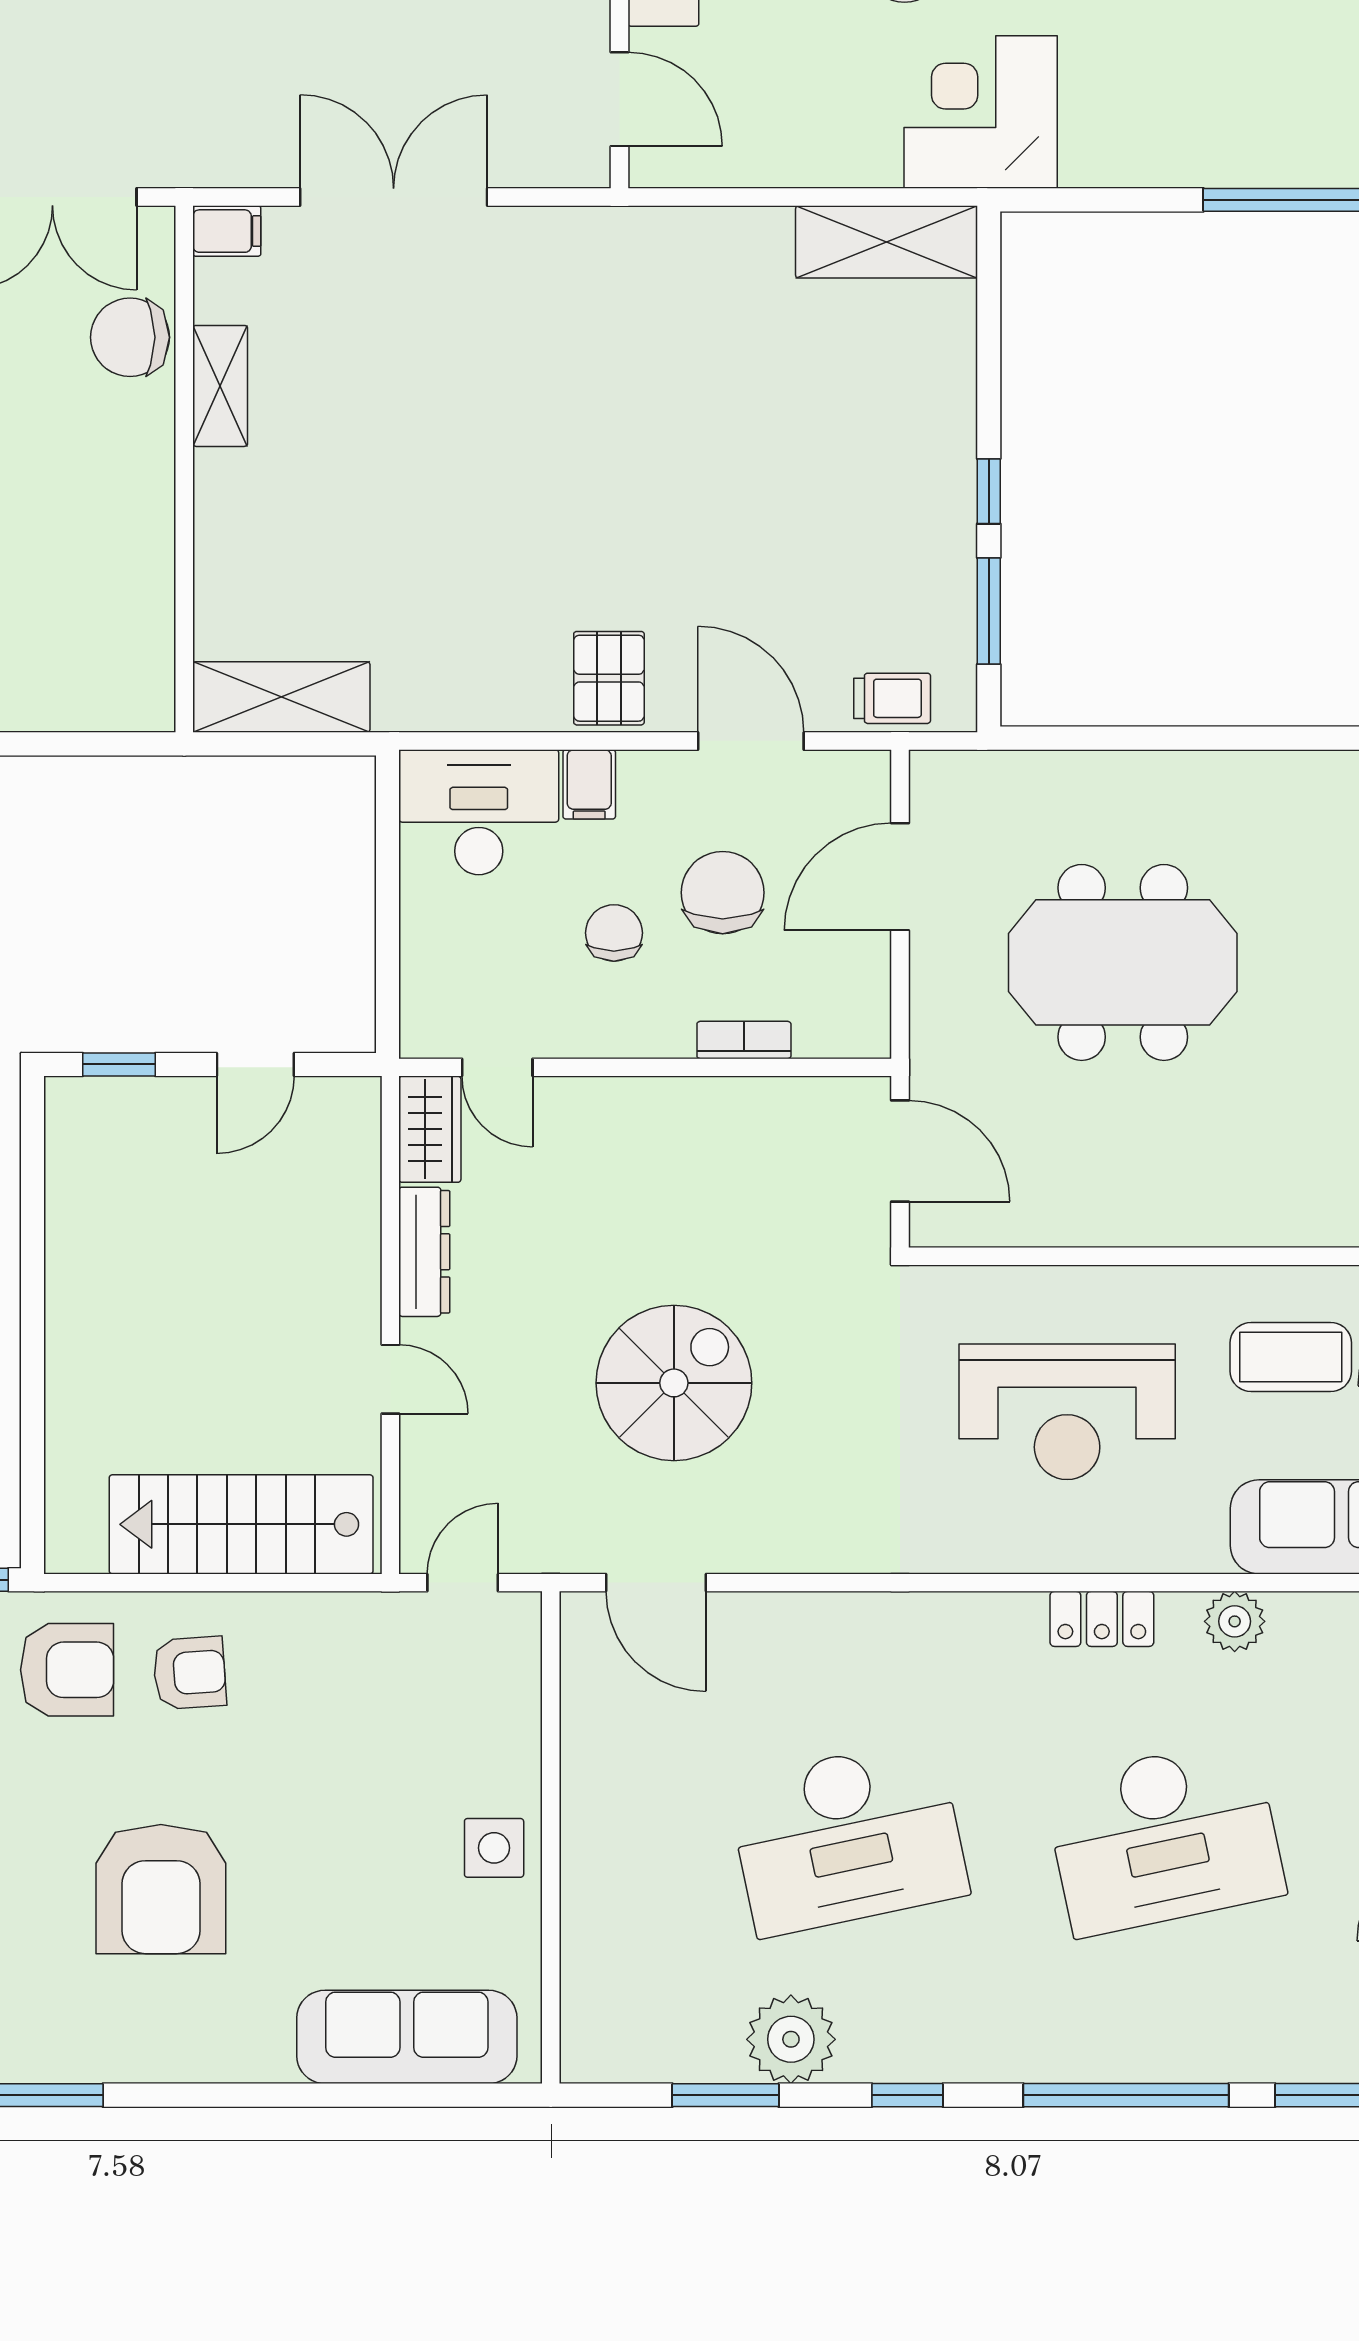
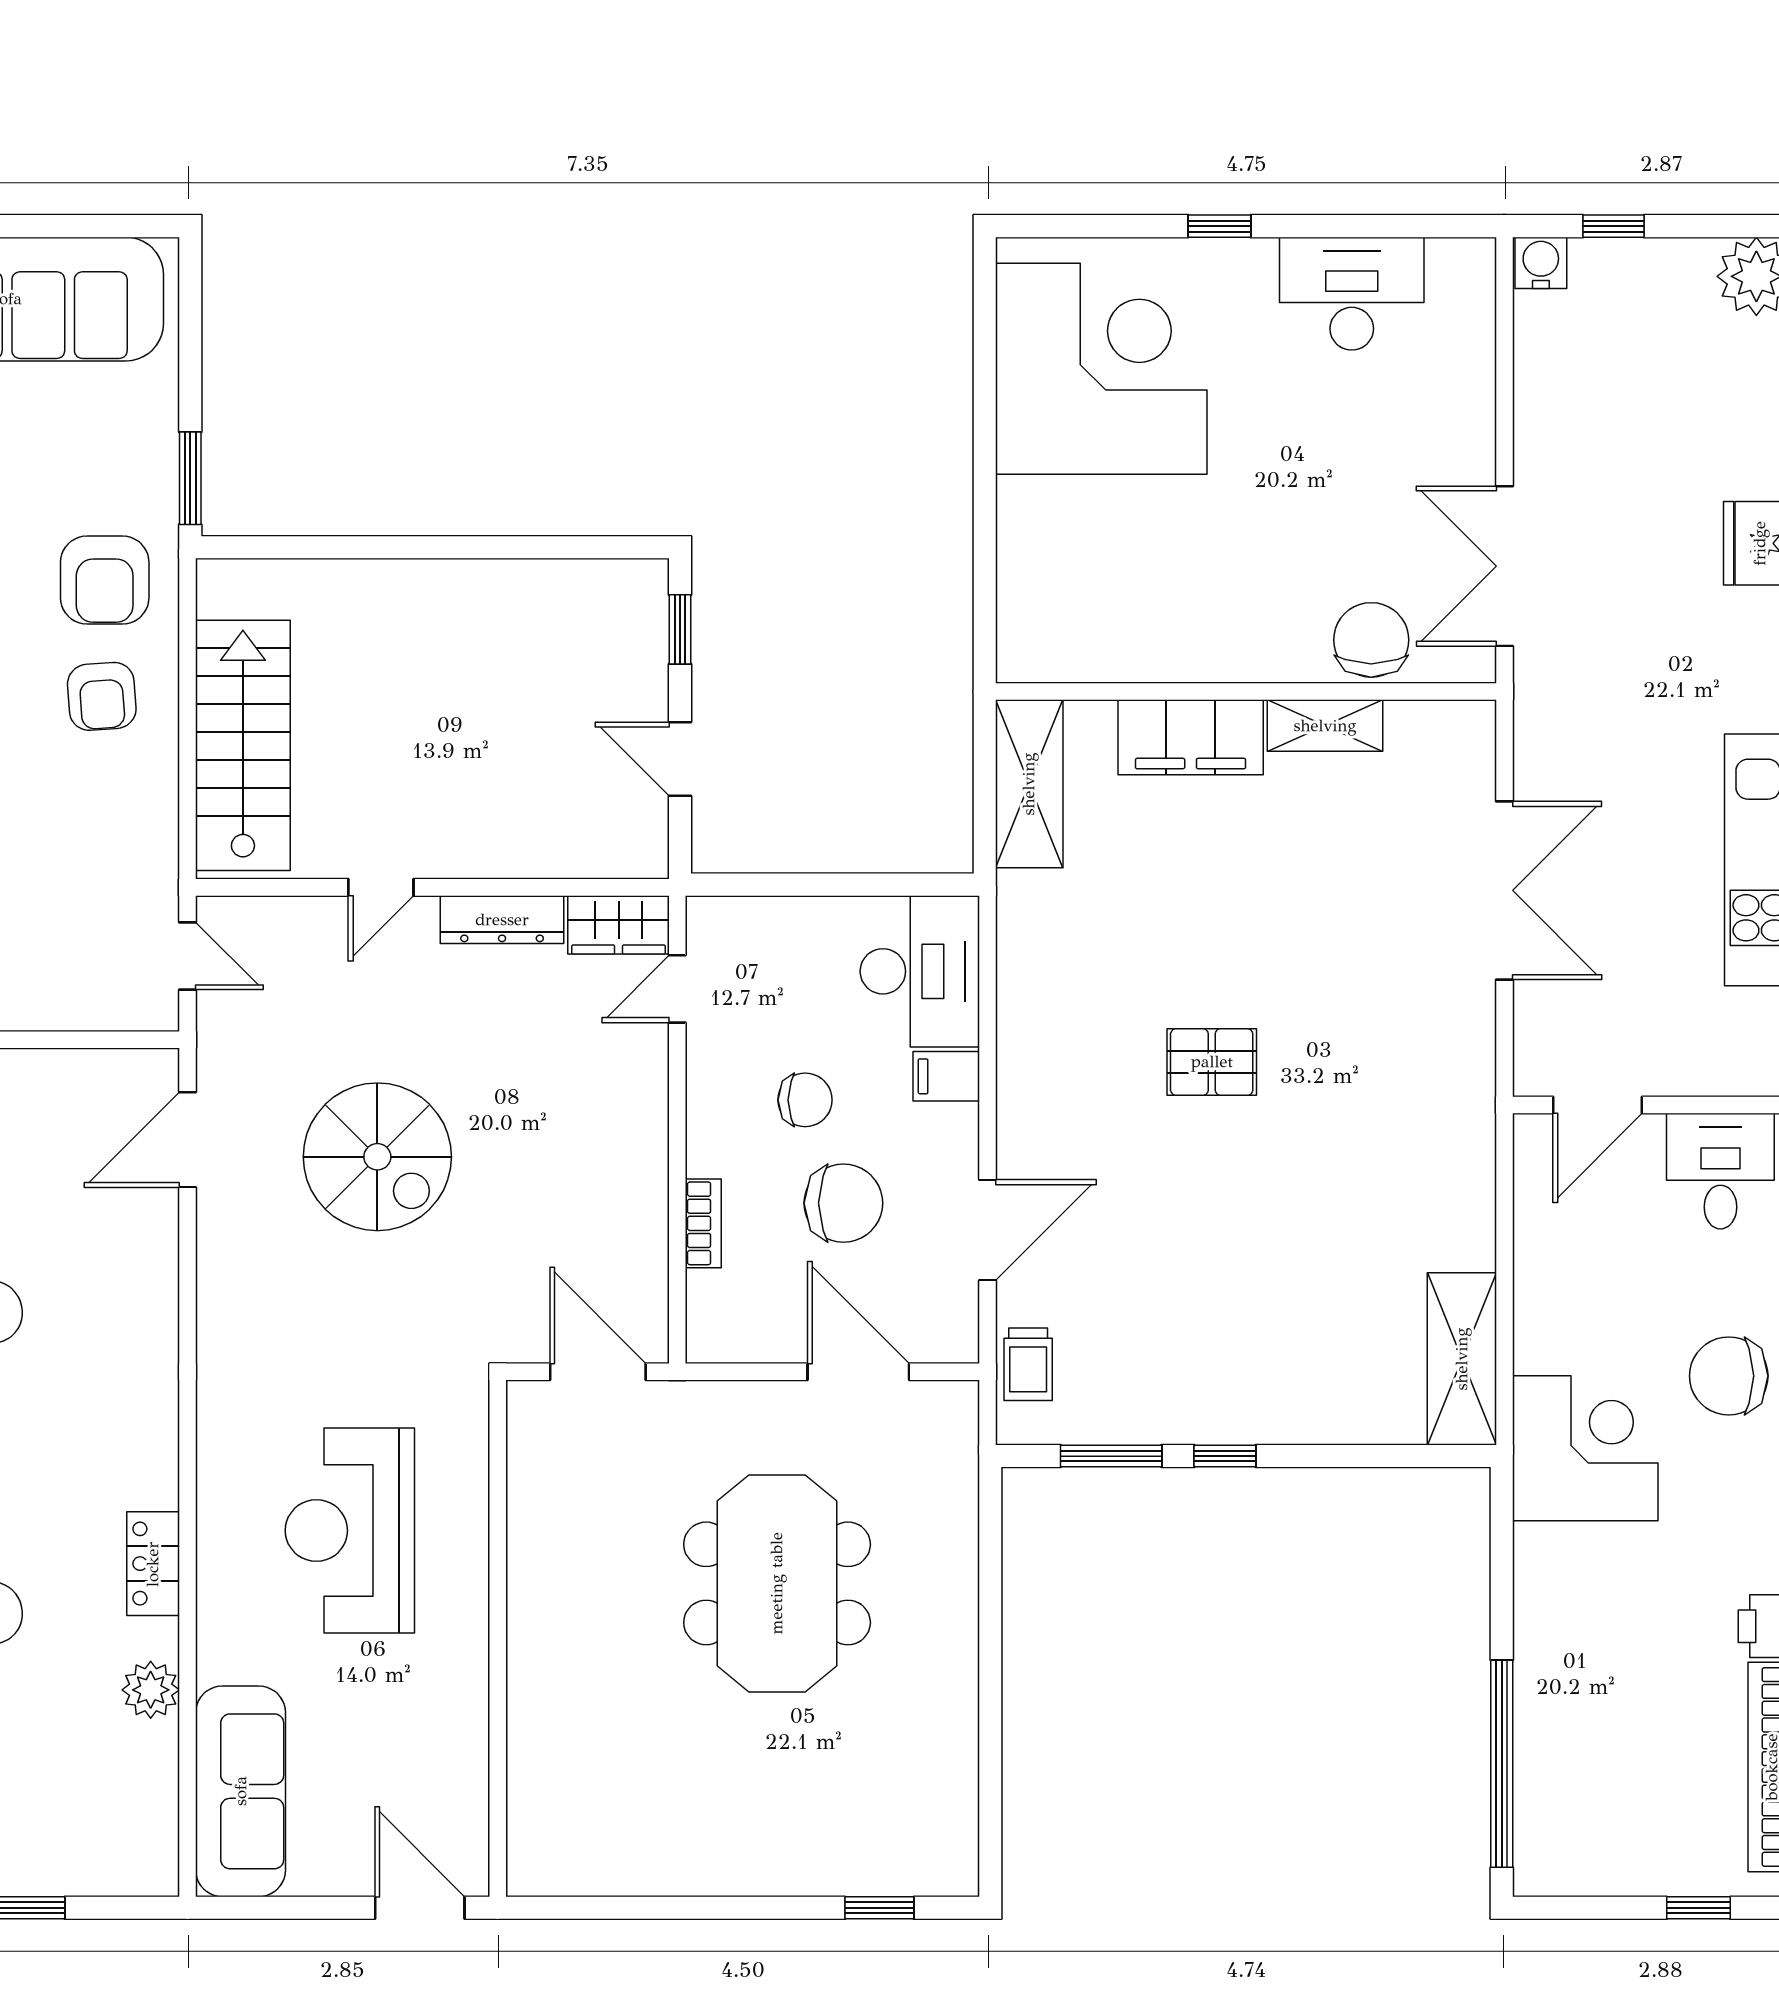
filing cabinet: (227, 231) -> (1191, 737), moved, width x3.00, depth x1.17
pallet: (609, 678) -> (1212, 1062), moved
door: (900, 1151) -> (598, 1372), swing flipped
coffee table: (1291, 1357) -> (402, 1743), removed

